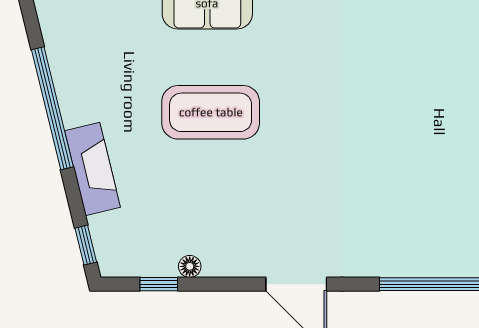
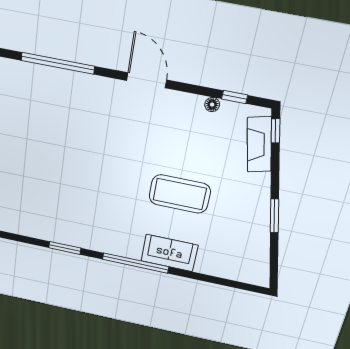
window: (52, 108) -> (274, 216), width x0.47
fireplace: (92, 169) -> (259, 145), moved

